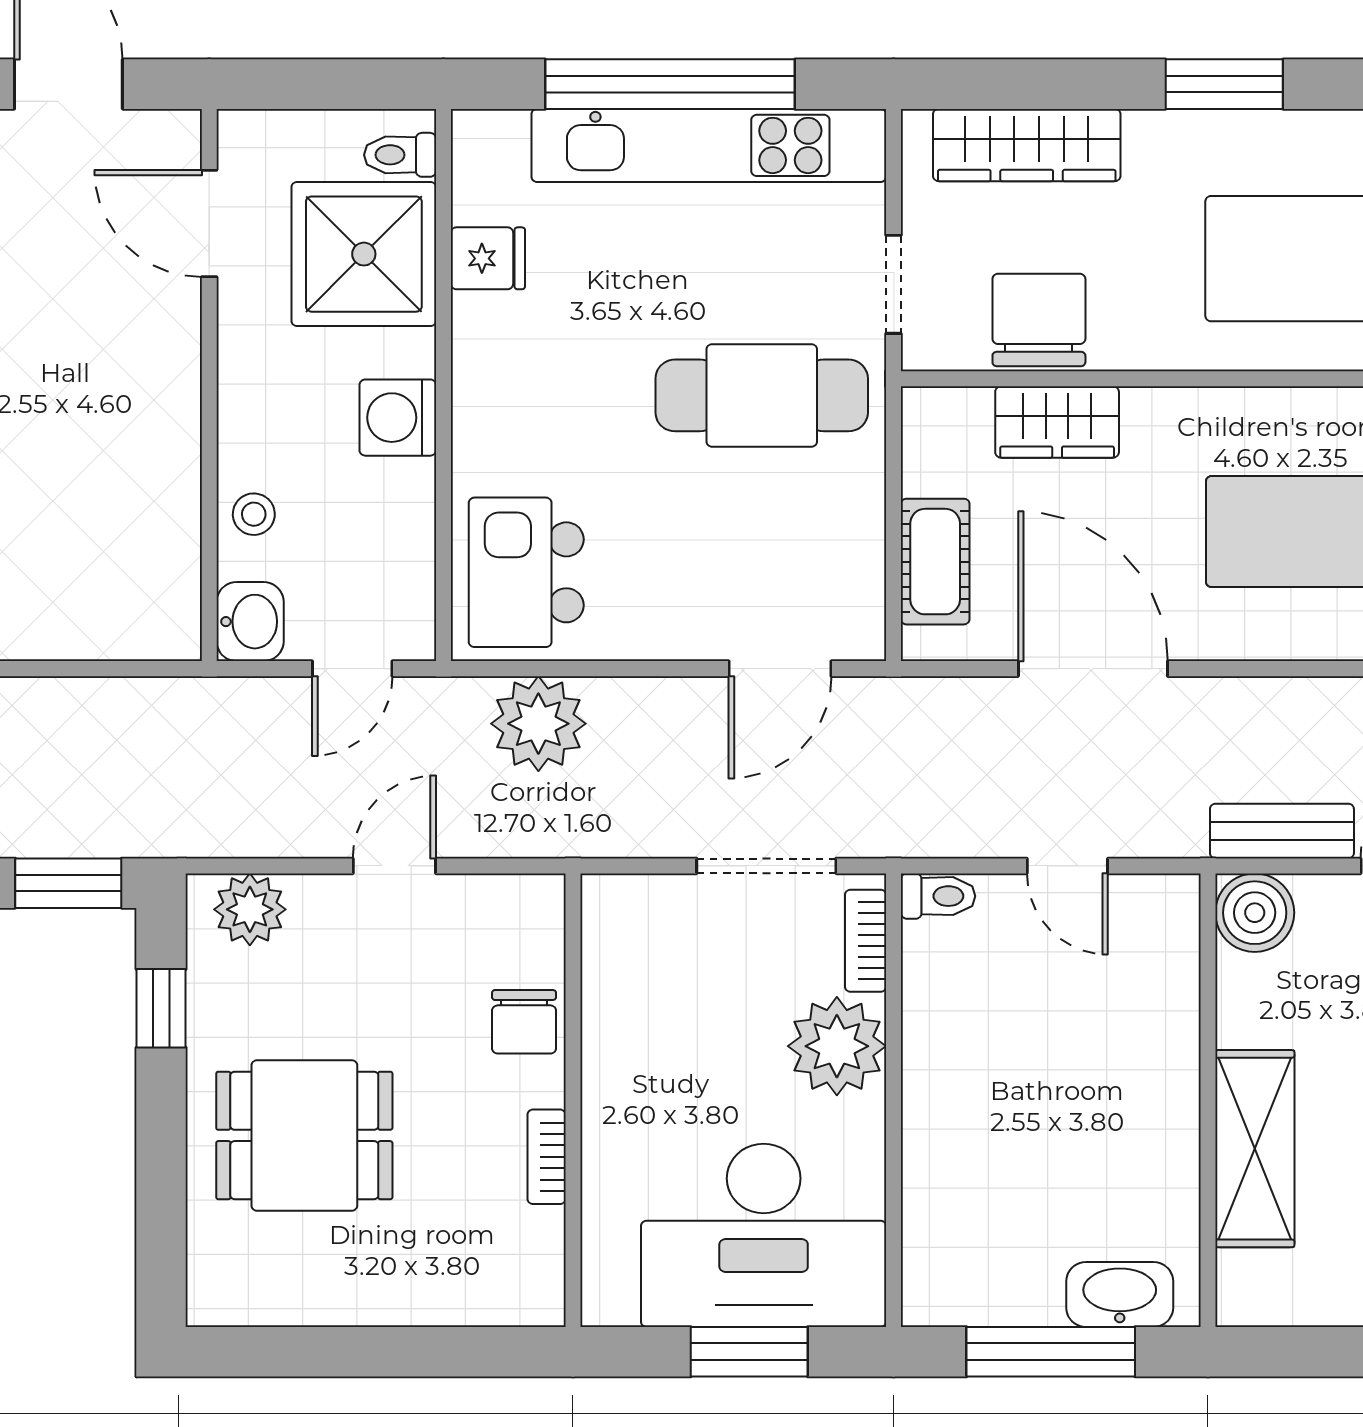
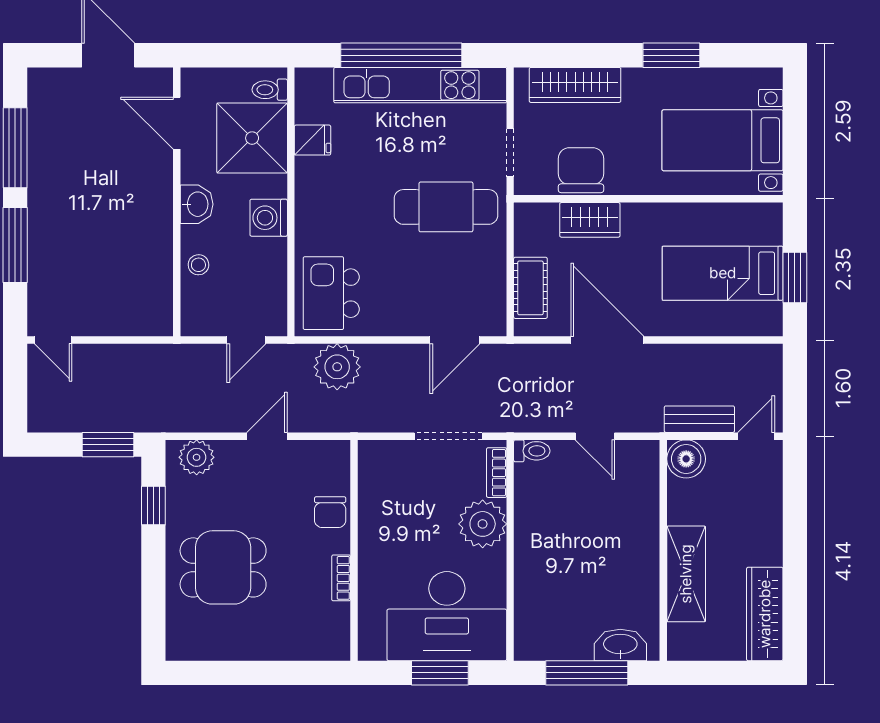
washbasin: (250, 622) -> (197, 204), moved

